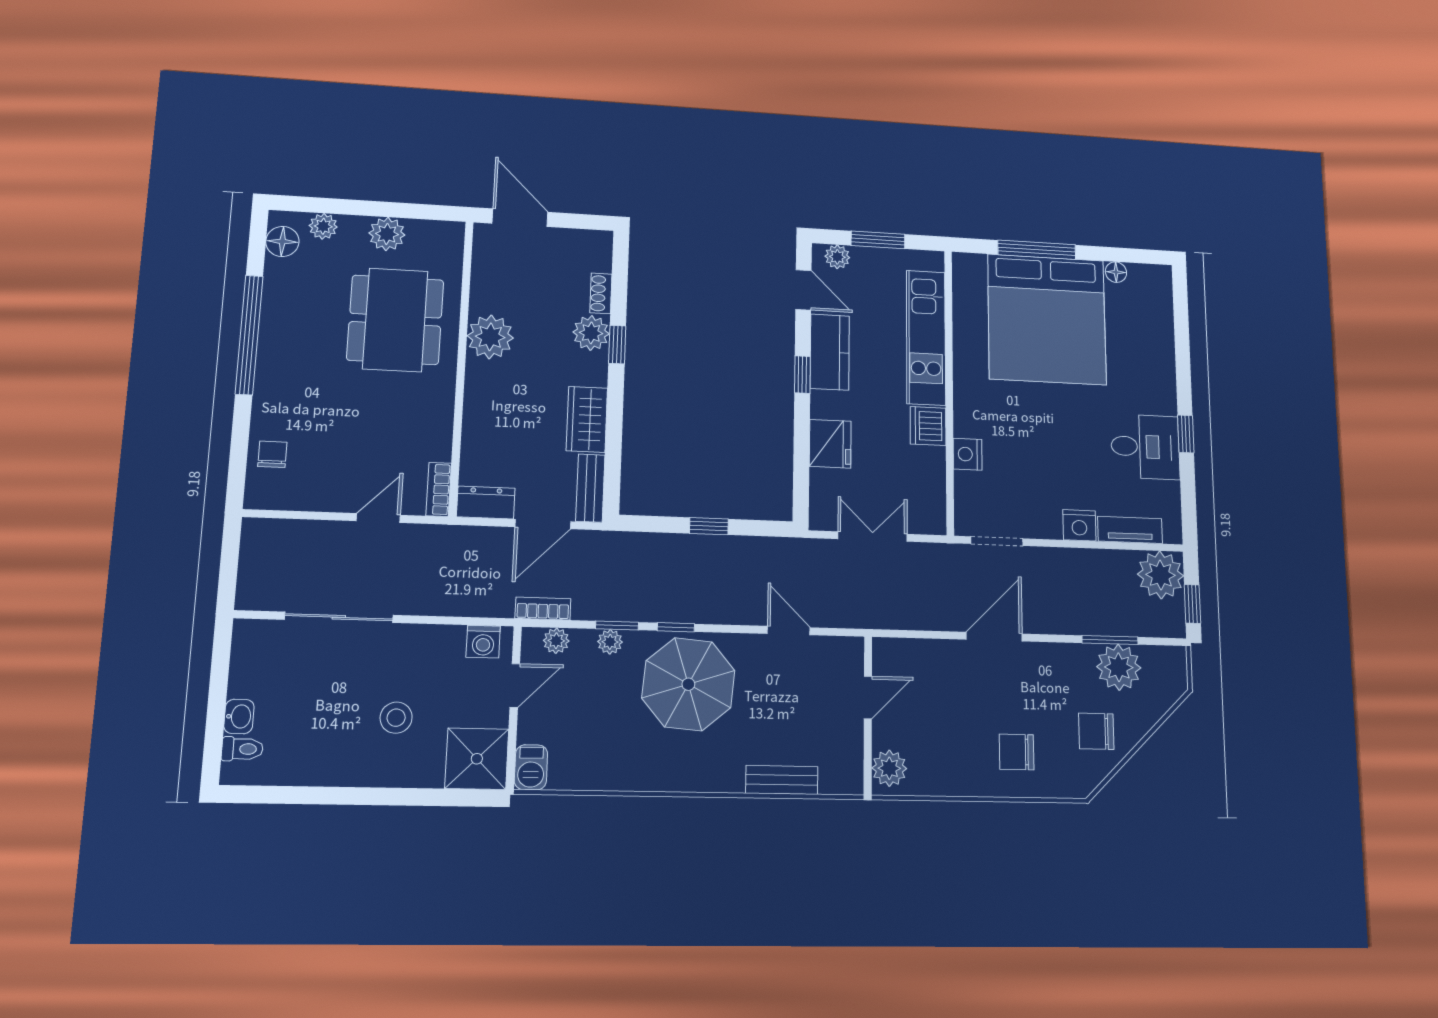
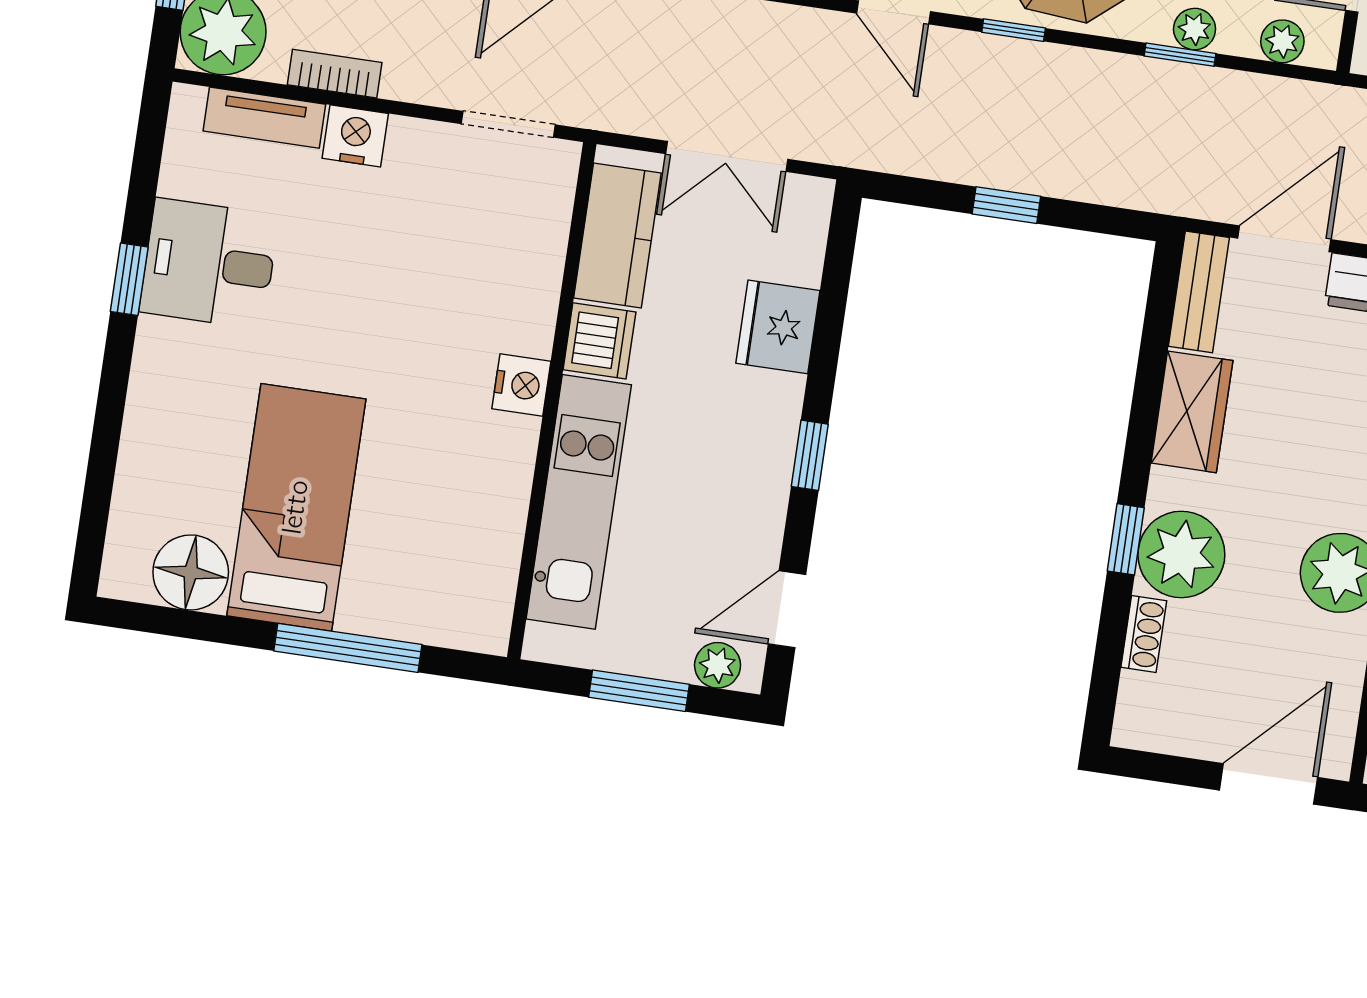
door: (520, 218) -> (1269, 784), swing flipped
floor lamp: (1116, 272) -> (191, 572), width x1.89, depth x1.89
door: (803, 290) -> (787, 609), hinge flipped
bed: (1047, 319) -> (296, 507), width x0.49
plant: (591, 333) -> (1181, 554), width x1.36, depth x1.36
kitchen counter: (830, 352) -> (617, 236), moved, turned 180
nightstand: (968, 454) -> (521, 385), moved
bookcase: (543, 609) -> (335, 74), moved, turned 180
window: (676, 627) -> (1014, 30), moved

